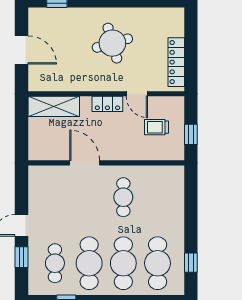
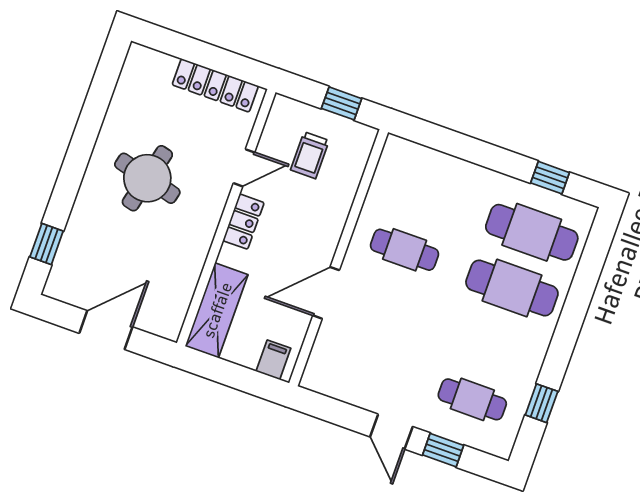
round table: (112, 43) -> (147, 178), turned 30
filing cabinet: (38, 147) -> (273, 360), added
cafe table: (89, 263) -> (492, 344), removed

